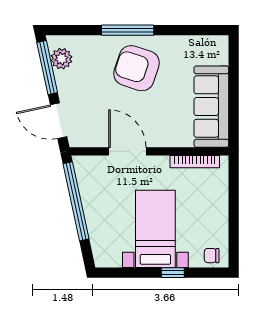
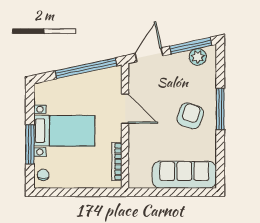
armchair: (136, 68) -> (190, 116), width x0.73, depth x0.73
sofa: (211, 107) -> (184, 175), moved
door: (127, 151) -> (125, 109), hinge flipped
window: (173, 273) -> (30, 144), width x2.17

